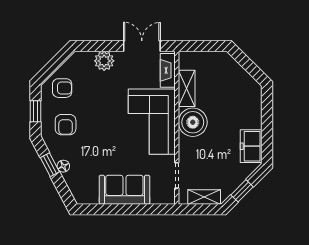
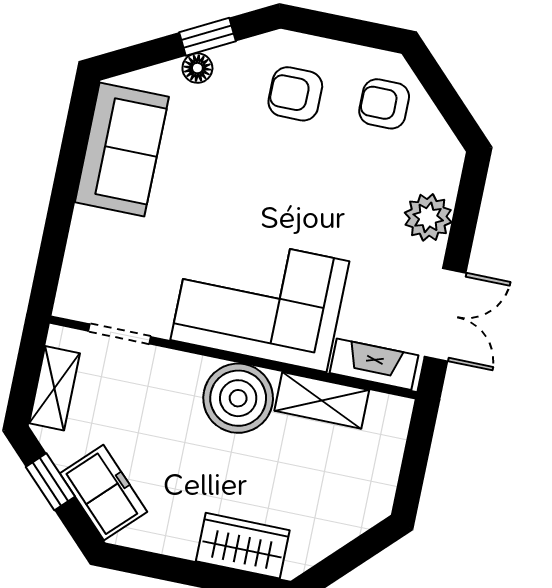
armchair: (62, 88) -> (384, 104), turned 90
wardrobe: (252, 108) -> (243, 546), added
window: (35, 111) -> (342, 29), removed
freezer: (251, 146) -> (104, 493), moved, turned 45
sofa: (124, 190) -> (122, 150), moved

